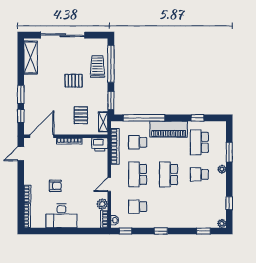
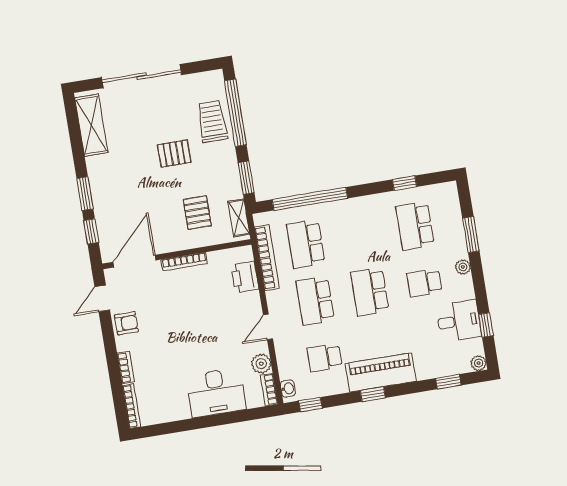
piano: (169, 129) -> (381, 372), moved, turned 180
school desk: (138, 142) -> (306, 244), width x1.85
printer: (100, 144) -> (245, 277), moved, turned 90
armchair: (55, 186) -> (126, 323), moved
desk: (215, 199) -> (459, 321), added
desk: (61, 216) -> (216, 393), moved

